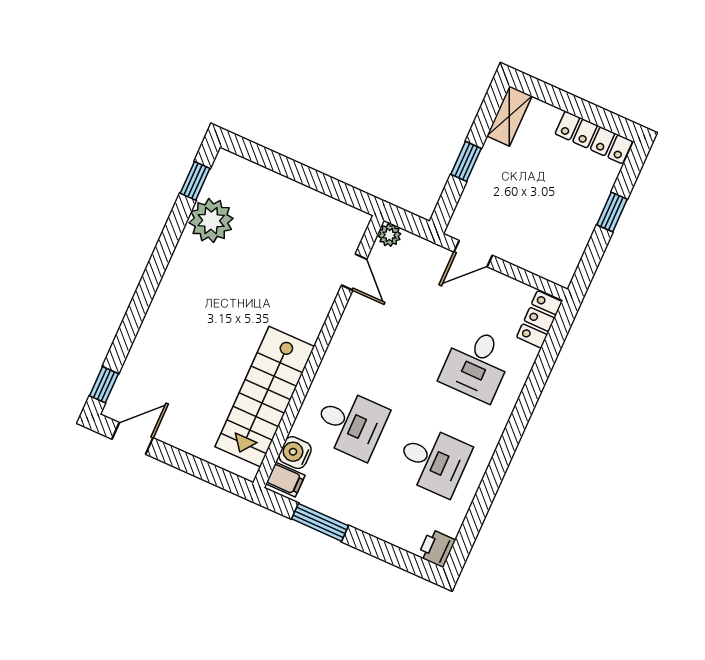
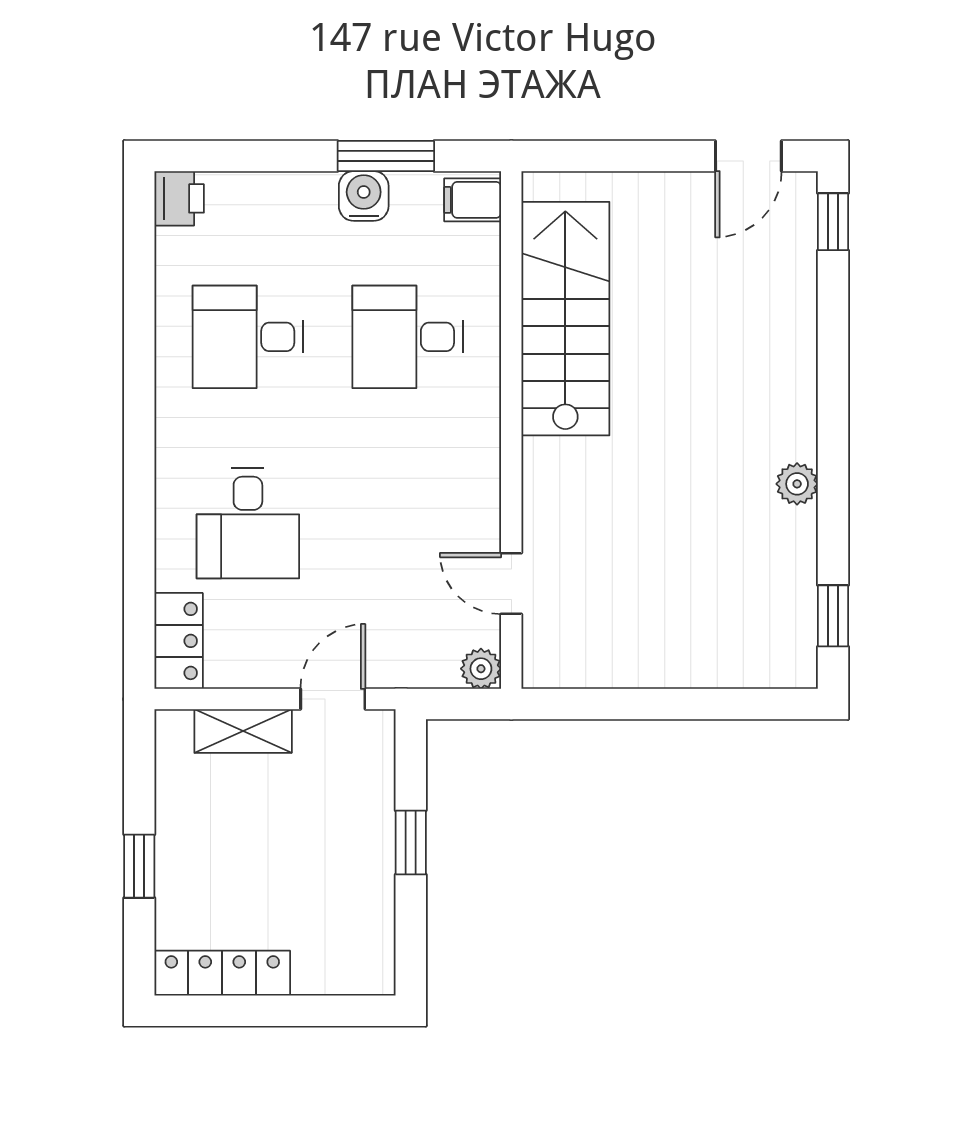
shelving: (509, 116) -> (243, 731), moved, turned 90
plant: (211, 221) -> (797, 484), moved, width x0.53, depth x0.53
desk: (476, 364) -> (248, 523), turned 180
water cooler: (295, 453) -> (364, 196), moved, turned -90

